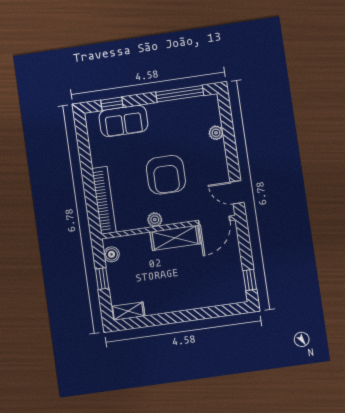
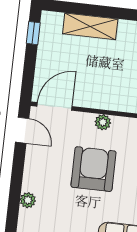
plant: (155, 220) -> (103, 122), moved
shelving: (175, 238) -> (90, 26), moved

